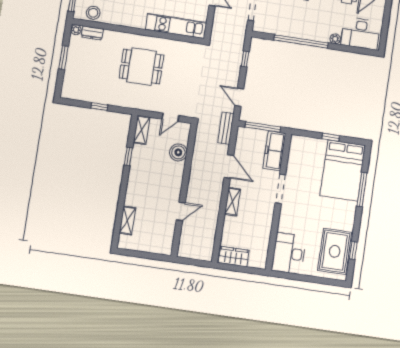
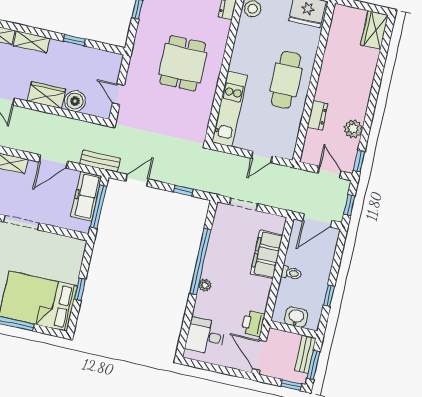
desk: (361, 33) -> (205, 336), width x0.73
plant: (335, 39) -> (205, 285), moved
shelving: (142, 130) -> (31, 42), moved
freezer: (274, 151) -> (86, 196), moved, turned -90
wardrobe: (175, 176) -> (46, 95), added

